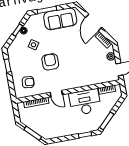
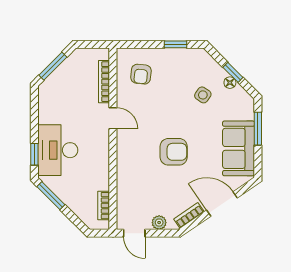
armchair: (50, 62) -> (174, 152), moved
door: (56, 94) -> (113, 118), swing flipped
desk: (85, 102) -> (58, 150), moved, turned 180

